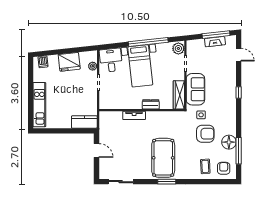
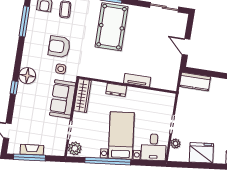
floor lamp: (229, 142) -> (27, 76), moved

